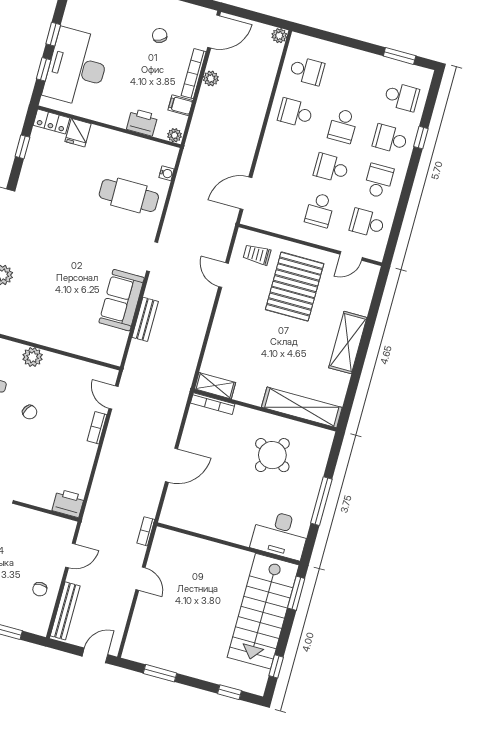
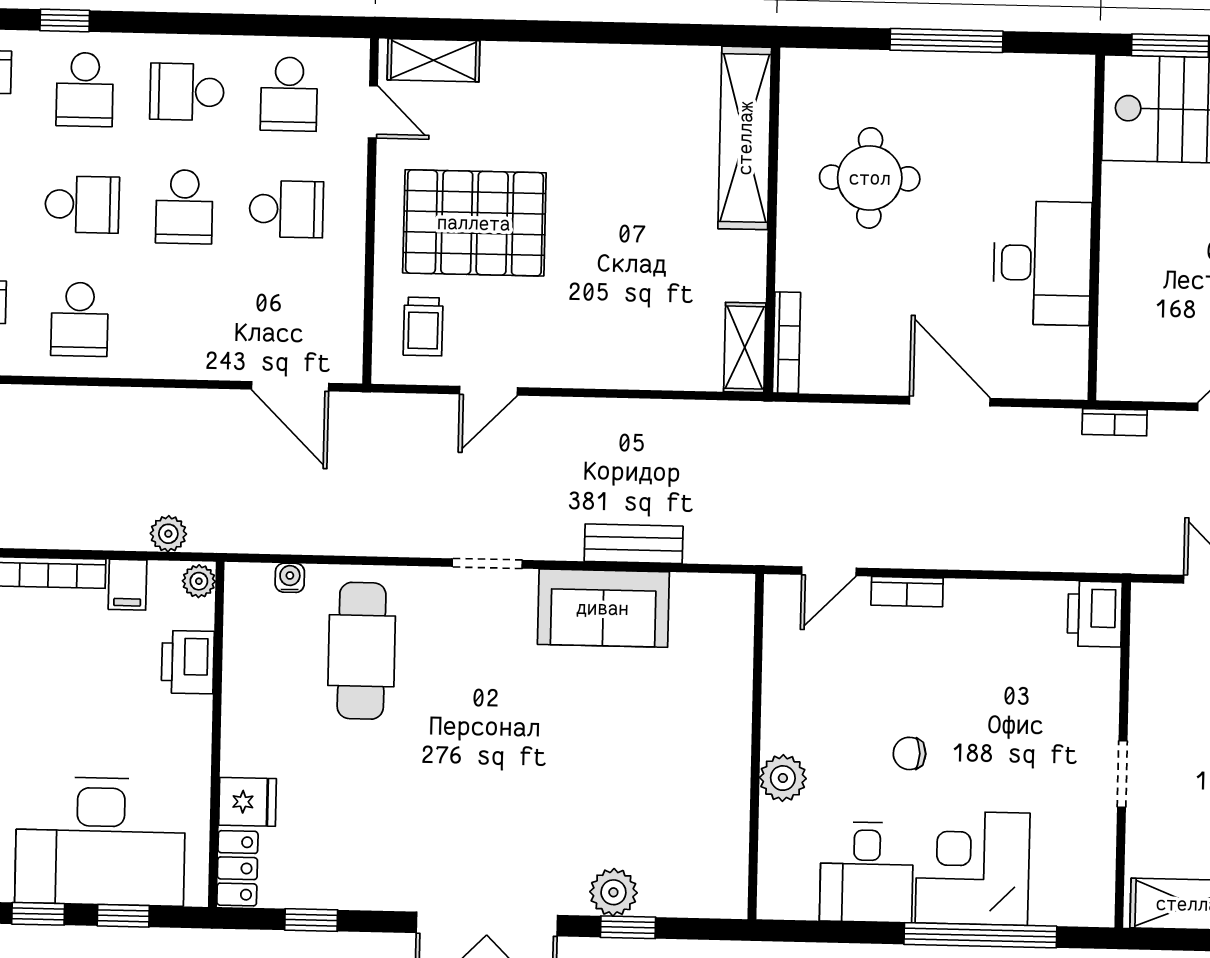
plant: (211, 78) -> (168, 534), moved
shelving: (348, 343) -> (434, 60), moved, width x0.67, depth x0.75
chair: (30, 412) -> (909, 753), turned -121
round table: (272, 455) -> (870, 178), turned -30
desk: (280, 535) -> (1042, 263), moved

